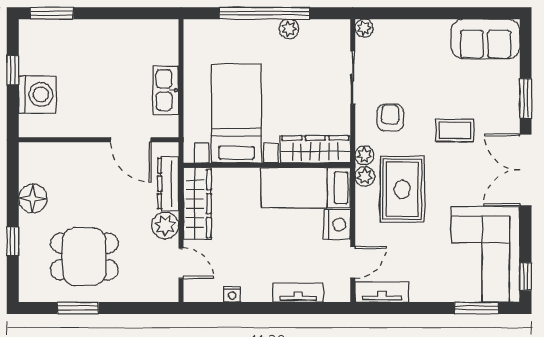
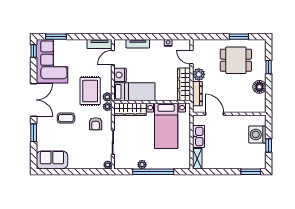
shelving: (169, 42) -> (197, 159), added

